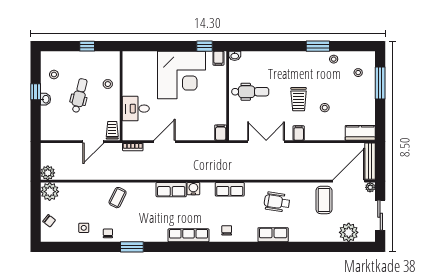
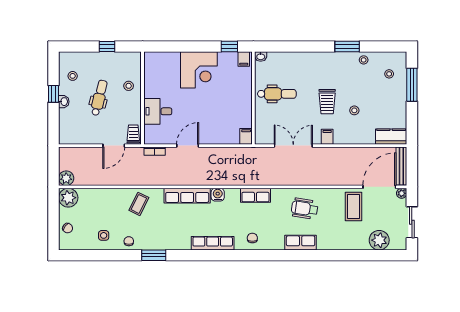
corner desk: (182, 75) -> (199, 70), width x0.74, depth x0.74
row of seats: (171, 190) -> (187, 196), width x1.48

